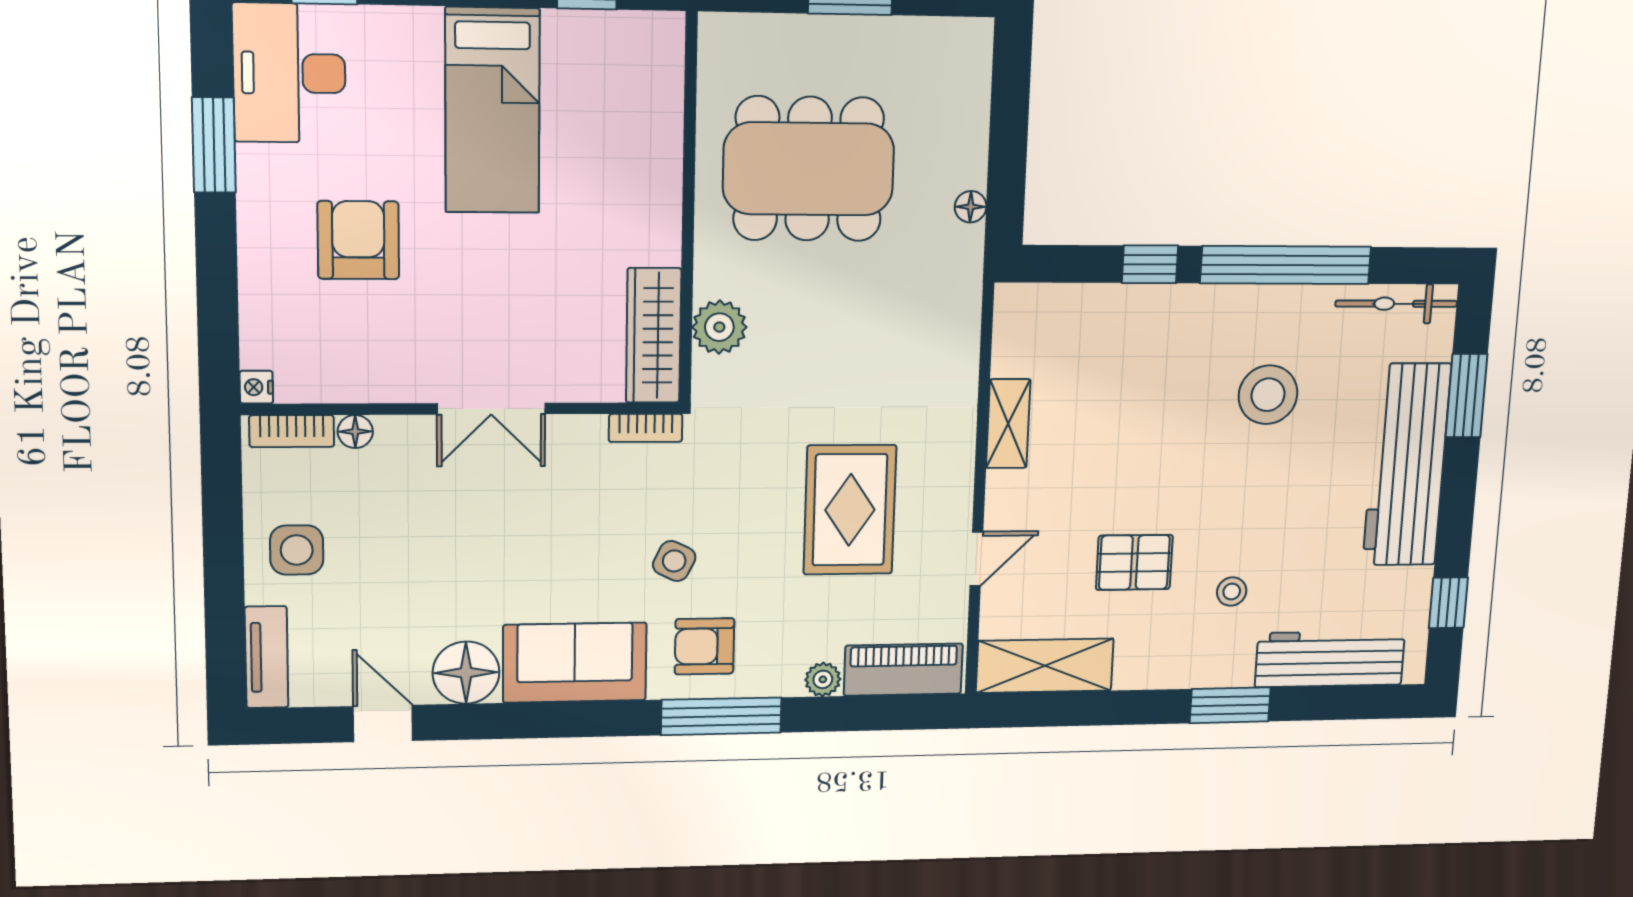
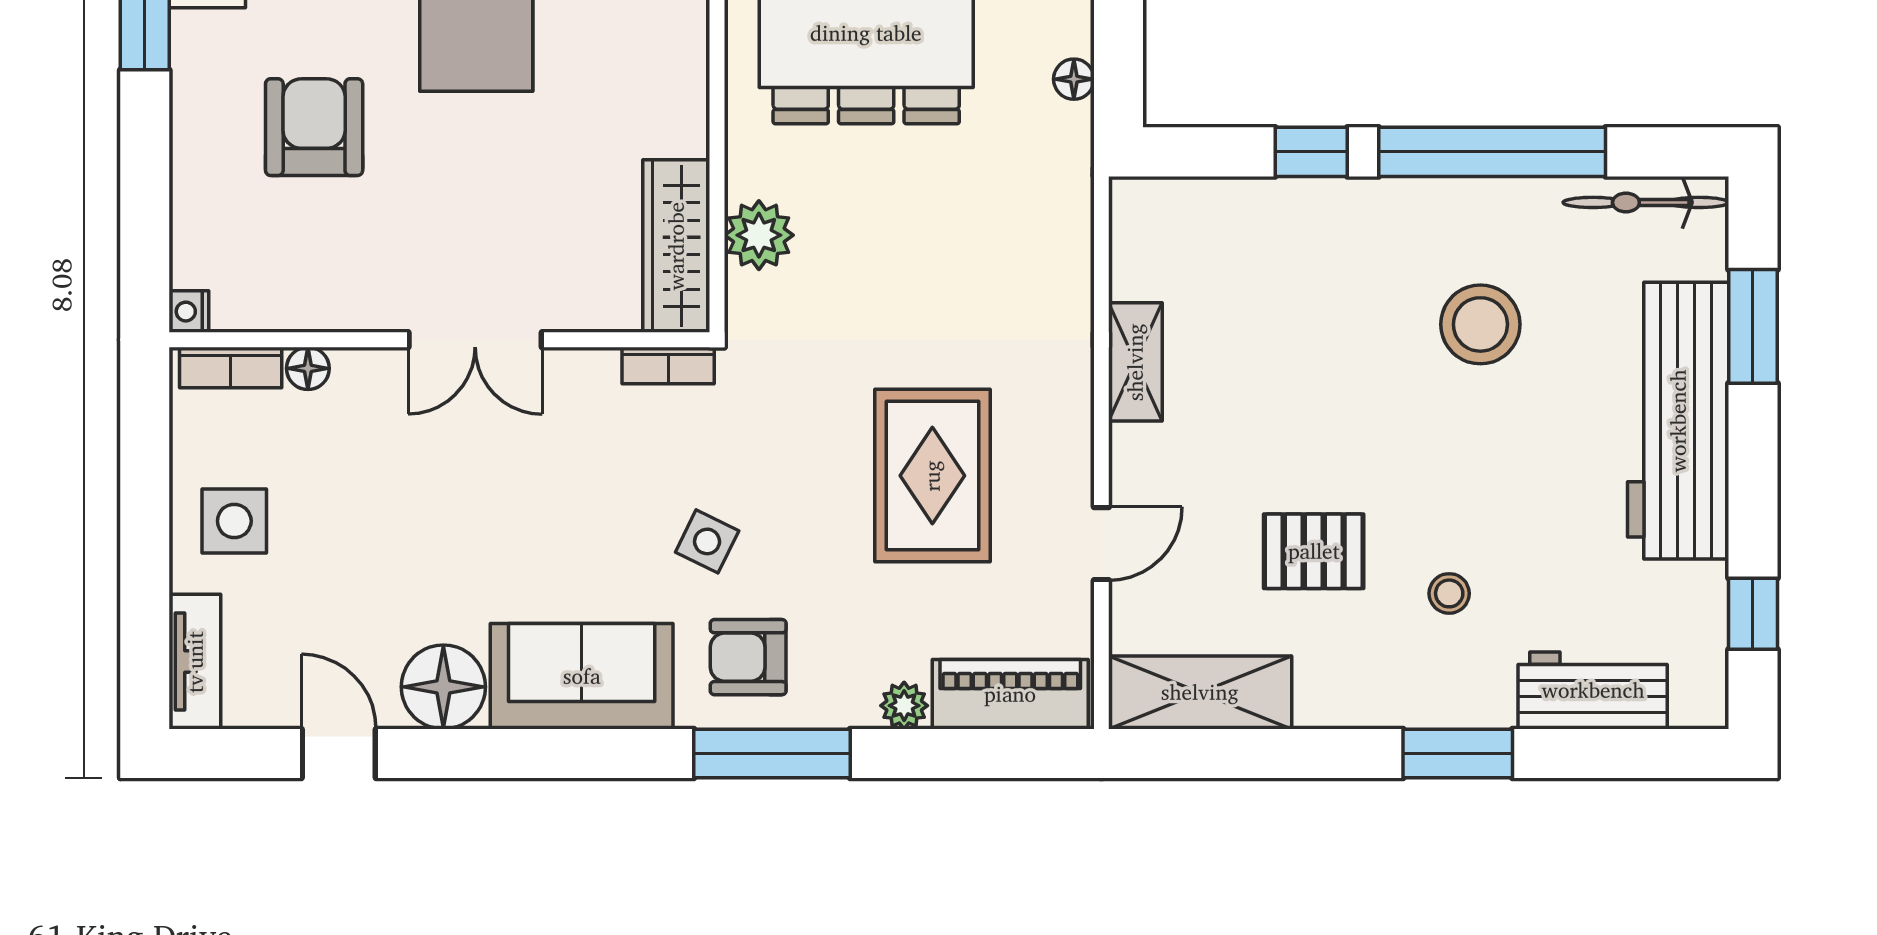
workbench: (1330, 659) -> (1593, 690), width x0.73

